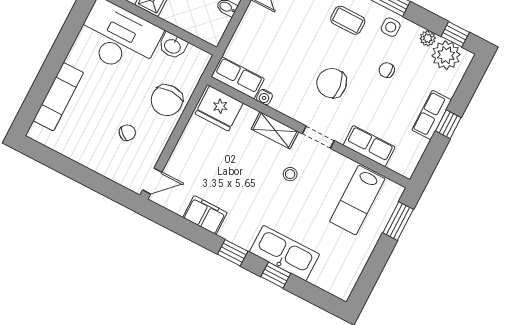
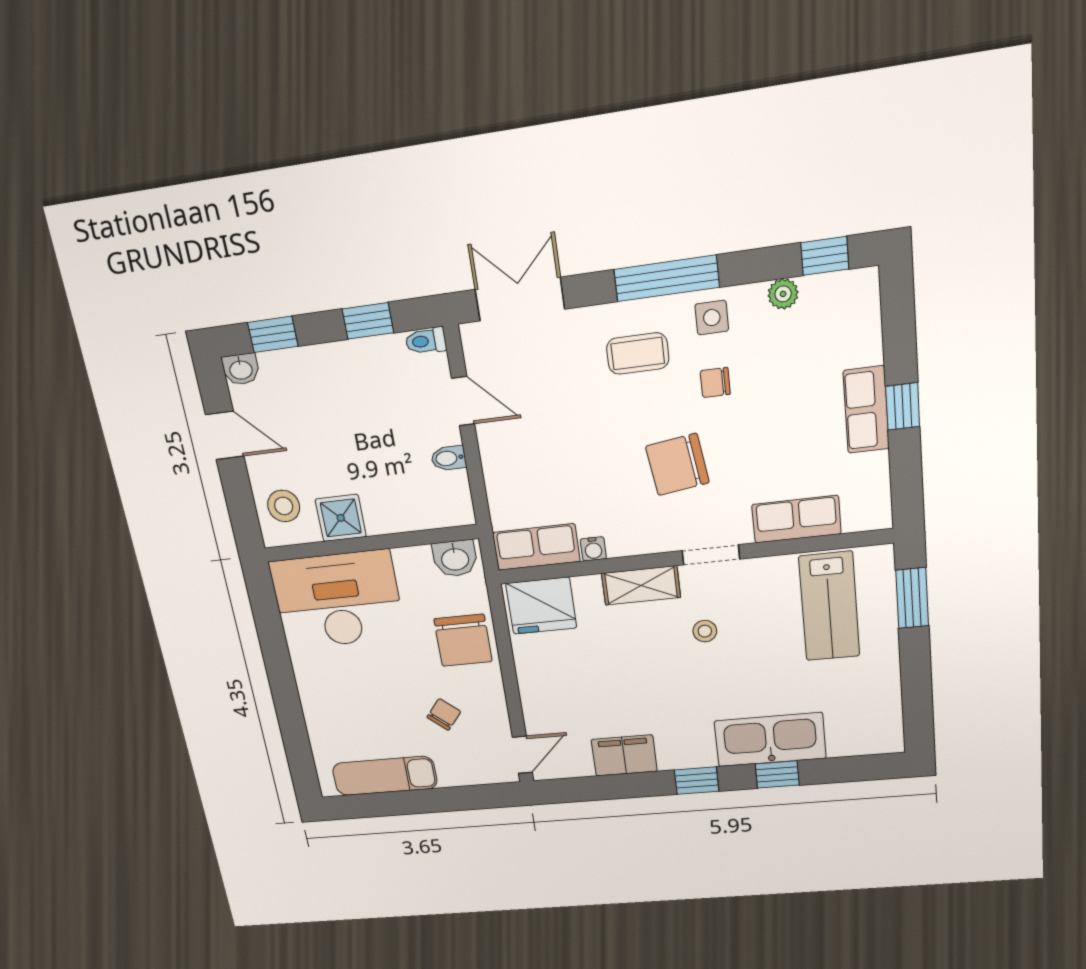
washbasin: (173, 46) -> (455, 558), moved
plant: (446, 55) -> (831, 300), removed
chair: (387, 70) -> (715, 382), moved
exam couch: (58, 97) -> (385, 776), moved, turned -90

